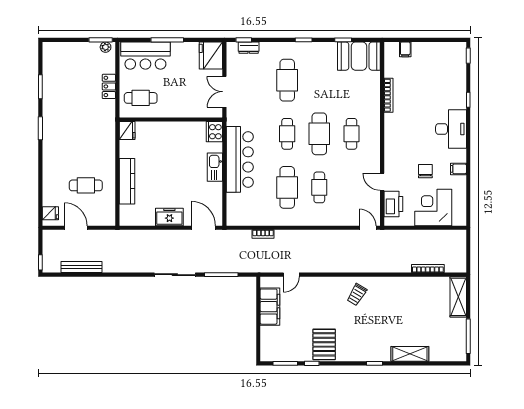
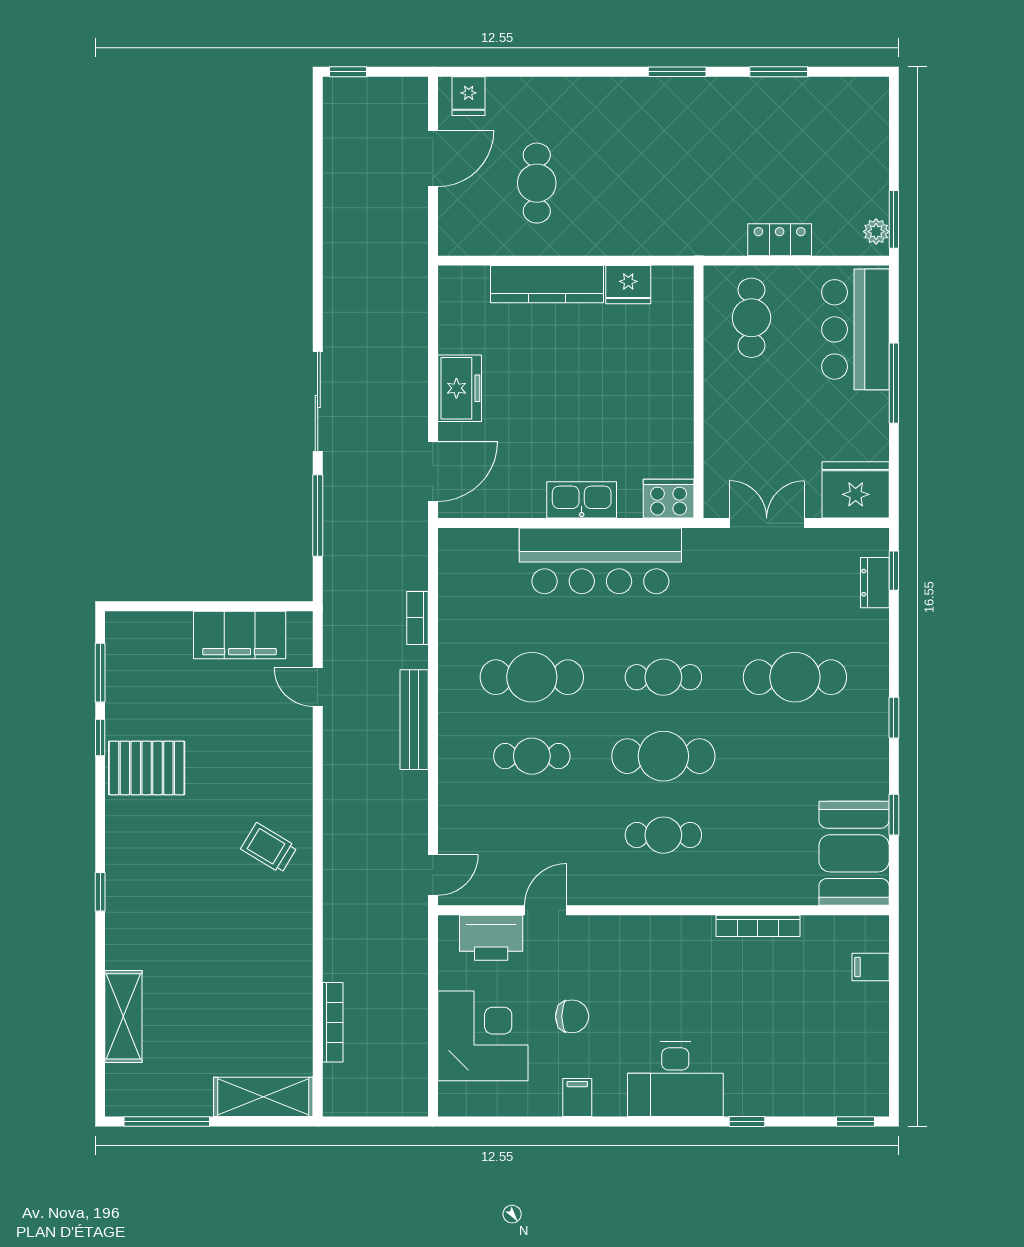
fridge: (127, 131) -> (628, 285), moved
bench: (82, 267) -> (414, 720), moved
shelving: (410, 354) -> (123, 1016), moved

